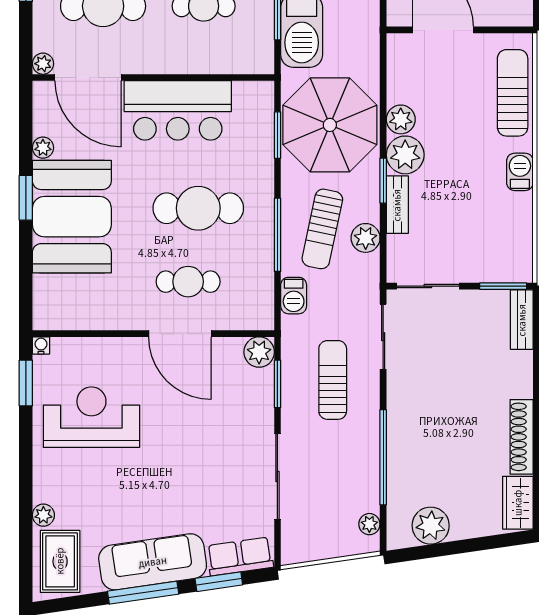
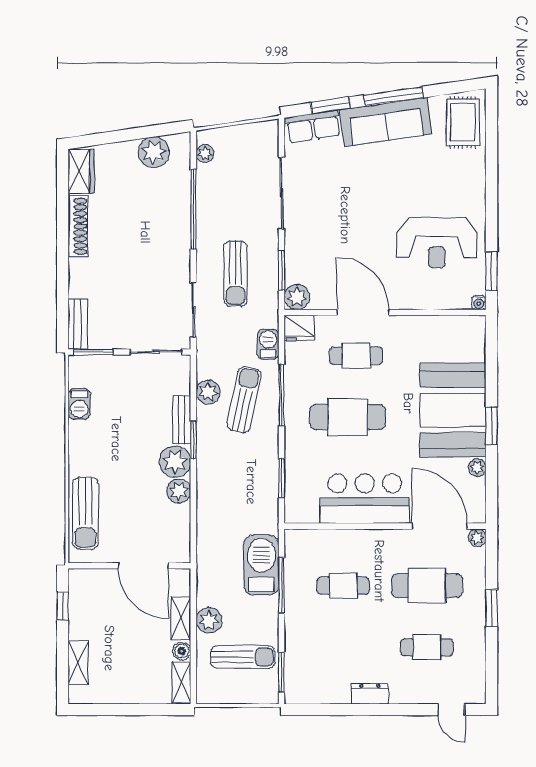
parasol: (330, 125) -> (238, 486), removed
barbecue: (520, 172) -> (79, 404), moved
fridge: (256, 315) -> (299, 328), added
plant: (43, 515) -> (477, 161), removed

